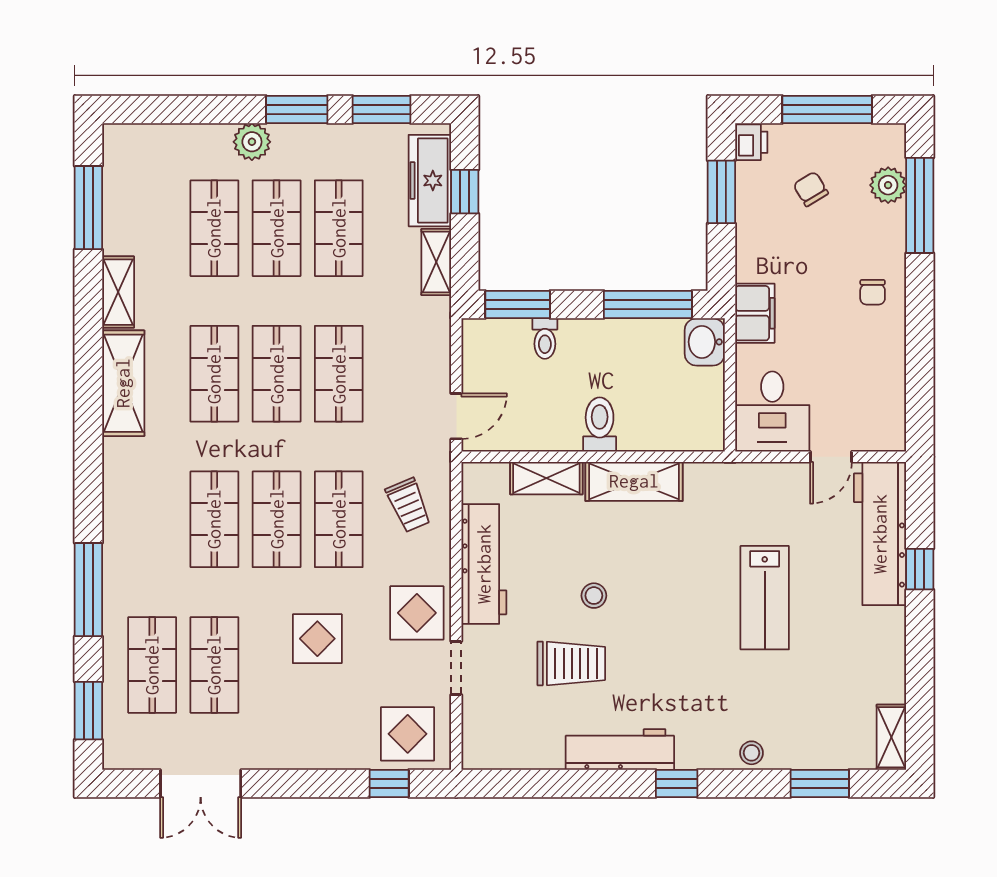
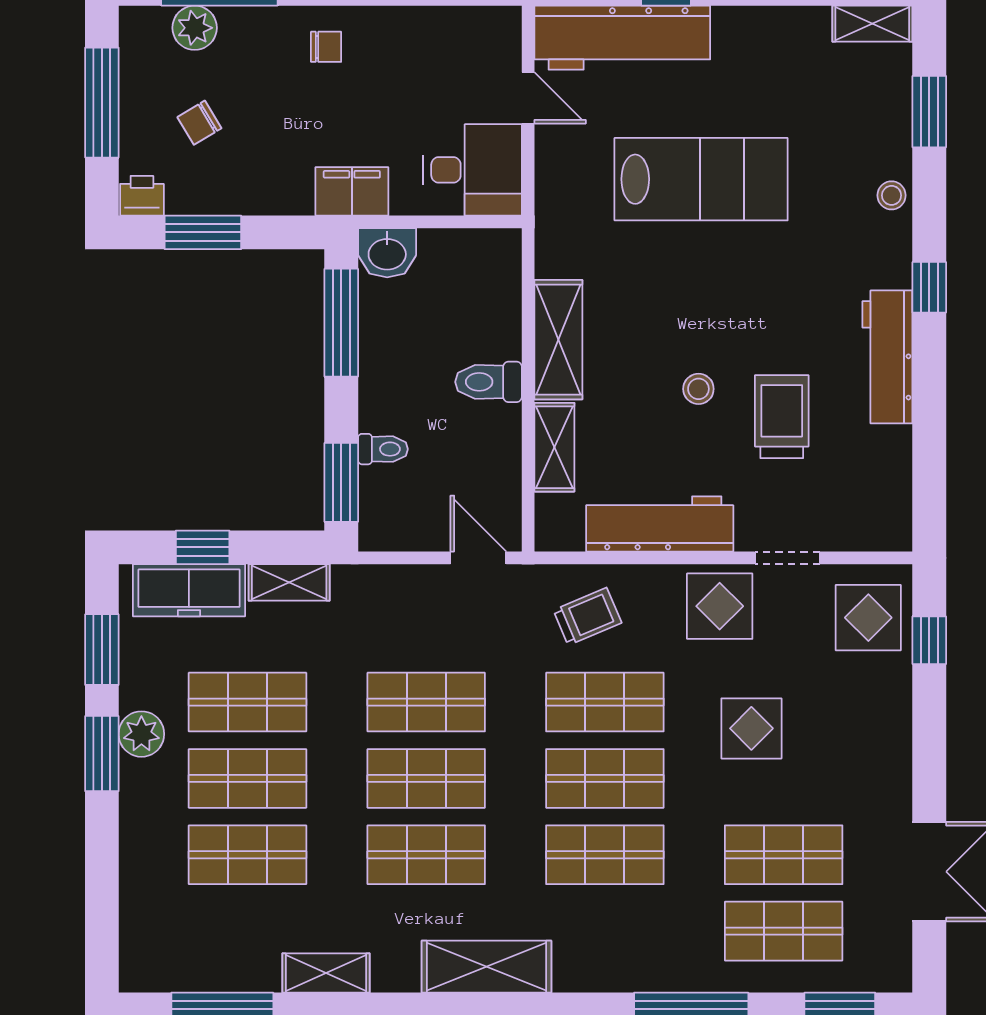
plant: (252, 142) -> (141, 734), moved
shelving: (123, 383) -> (486, 967), moved
lab bench: (765, 598) -> (701, 179), width x1.36, depth x1.39

